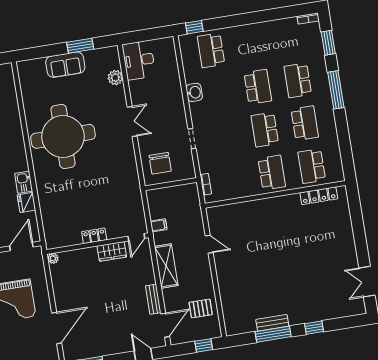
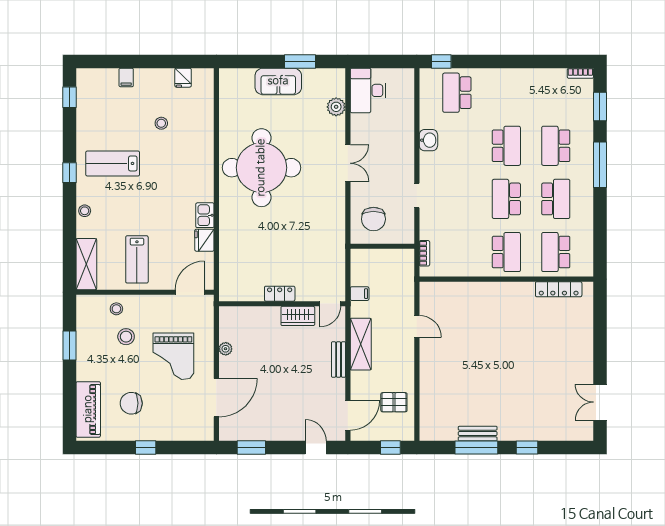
plant: (53, 258) -> (226, 349), moved
bench: (153, 299) -> (339, 359), moved

